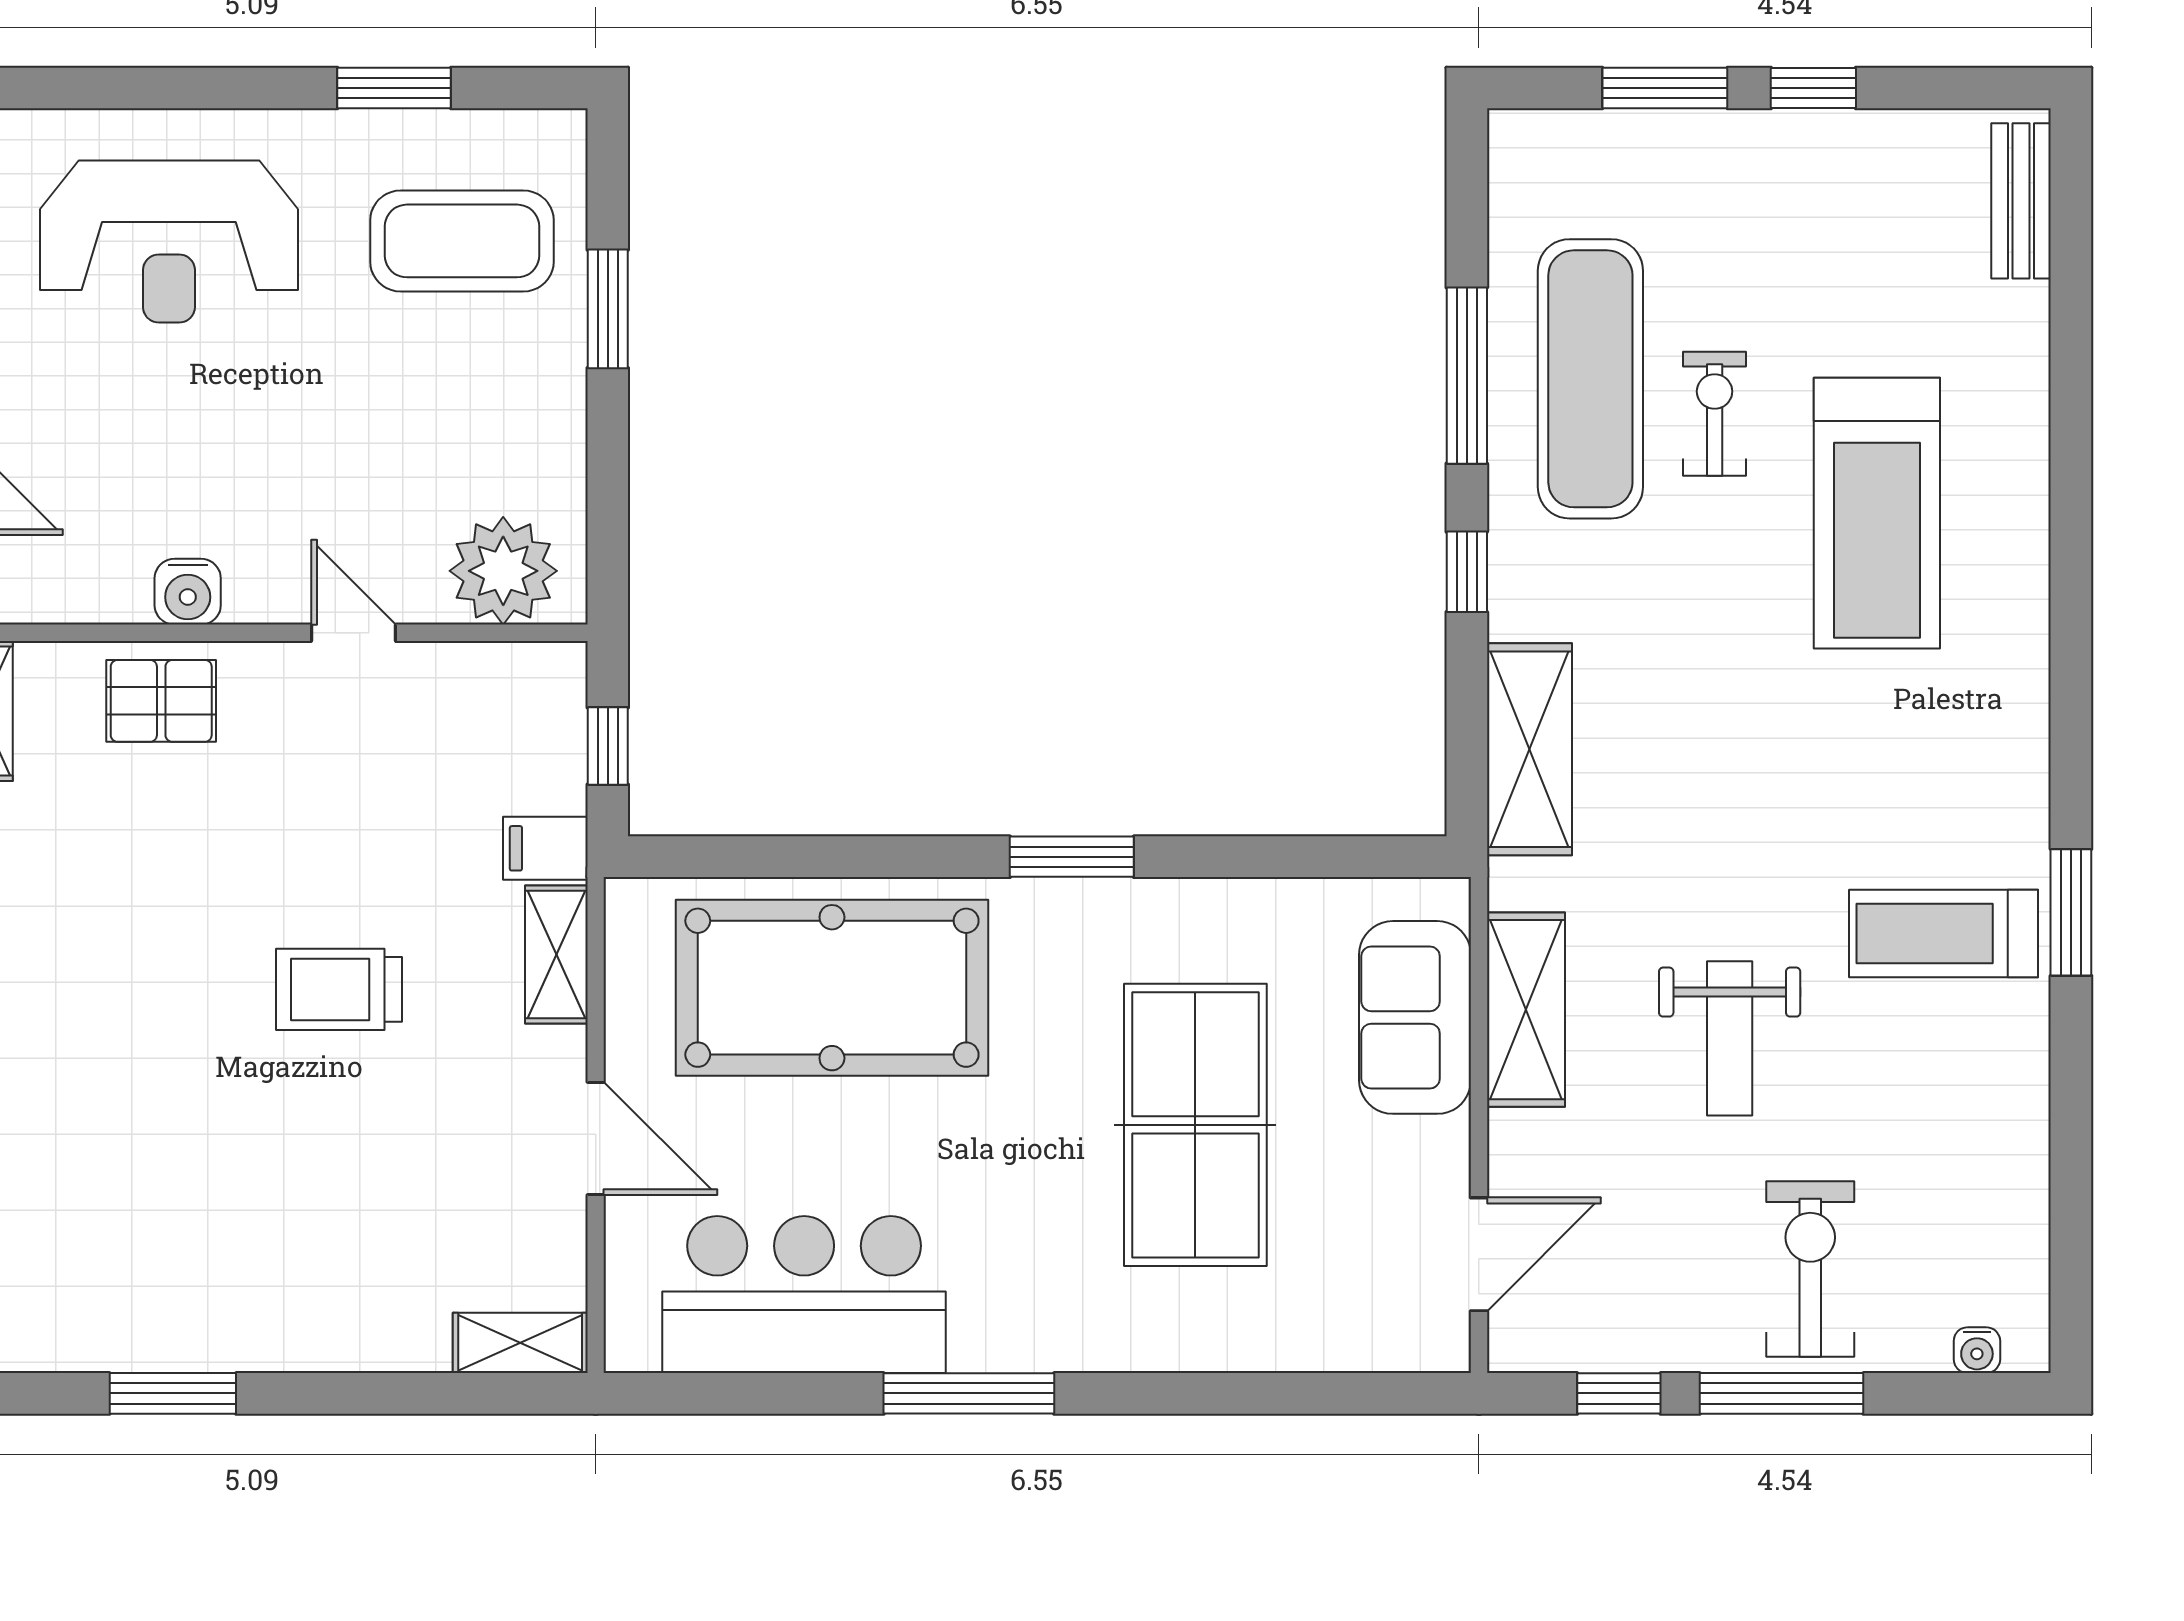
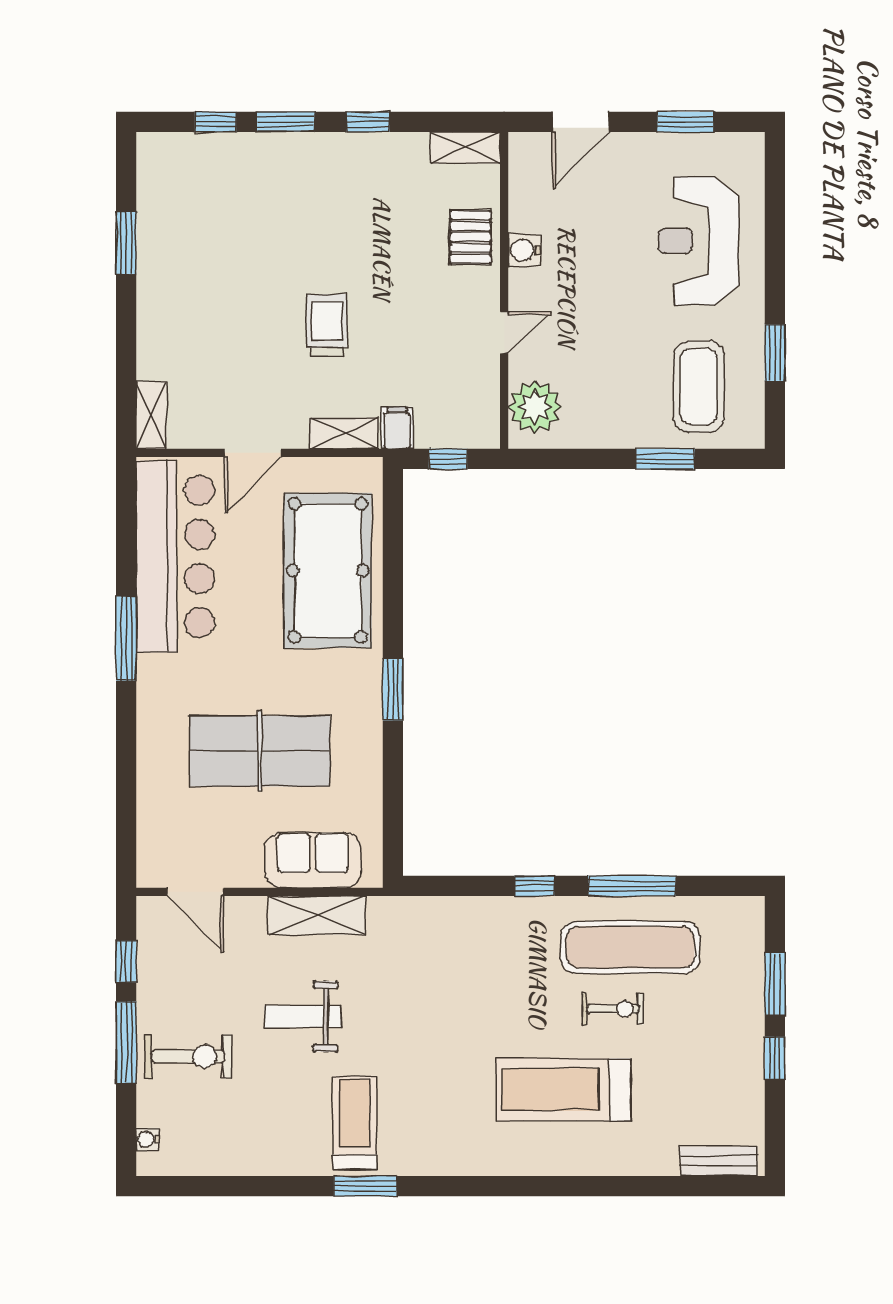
shelving: (1529, 749) -> (446, 917), removed
bar counter: (804, 1295) -> (175, 556), width x1.36

